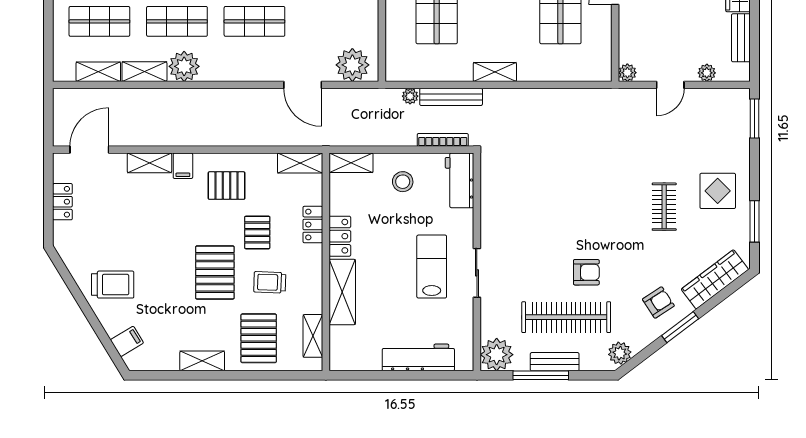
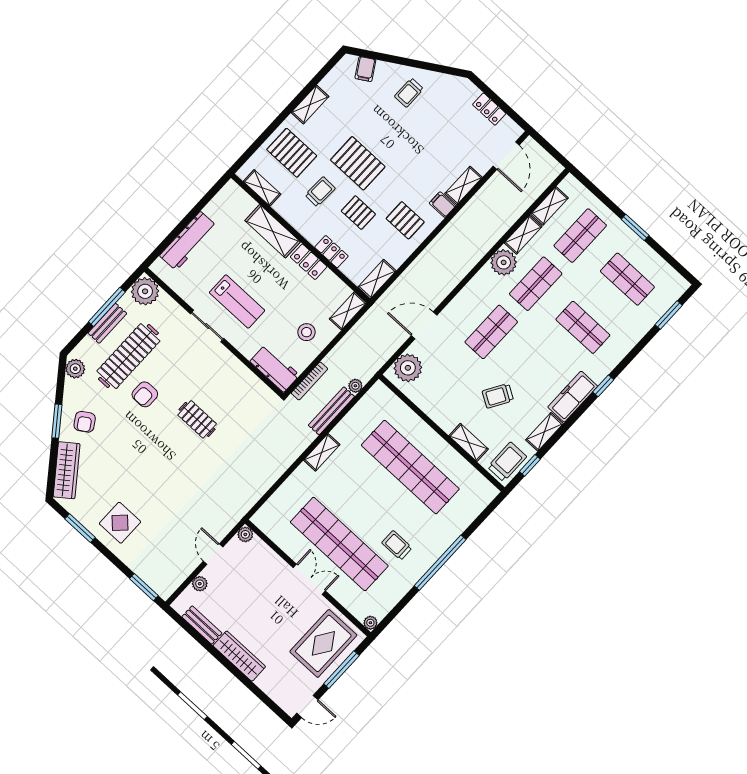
pallet: (227, 186) -> (405, 220), turned 90
clothes rail: (664, 207) -> (197, 419), moved
trolley: (113, 285) -> (409, 93), width x0.73, depth x0.72

